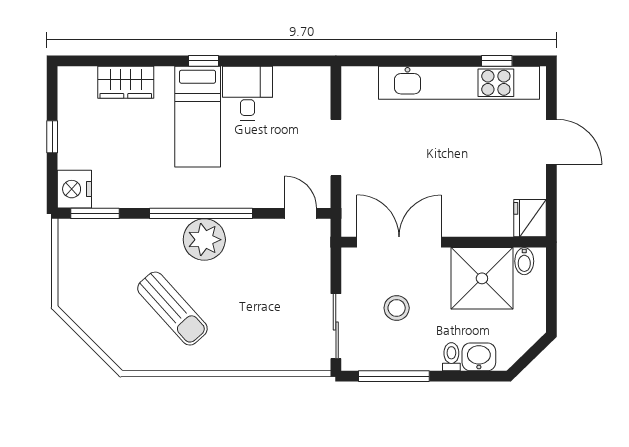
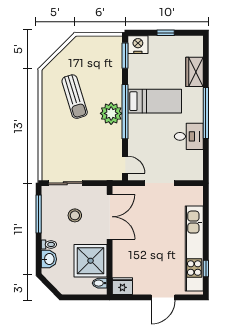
window: (204, 61) -> (206, 113), width x3.17
bed: (198, 117) -> (155, 101), moved, turned 180
door: (301, 213) -> (125, 165), hinge flipped
sun lounger: (172, 309) -> (75, 97), turned -65

